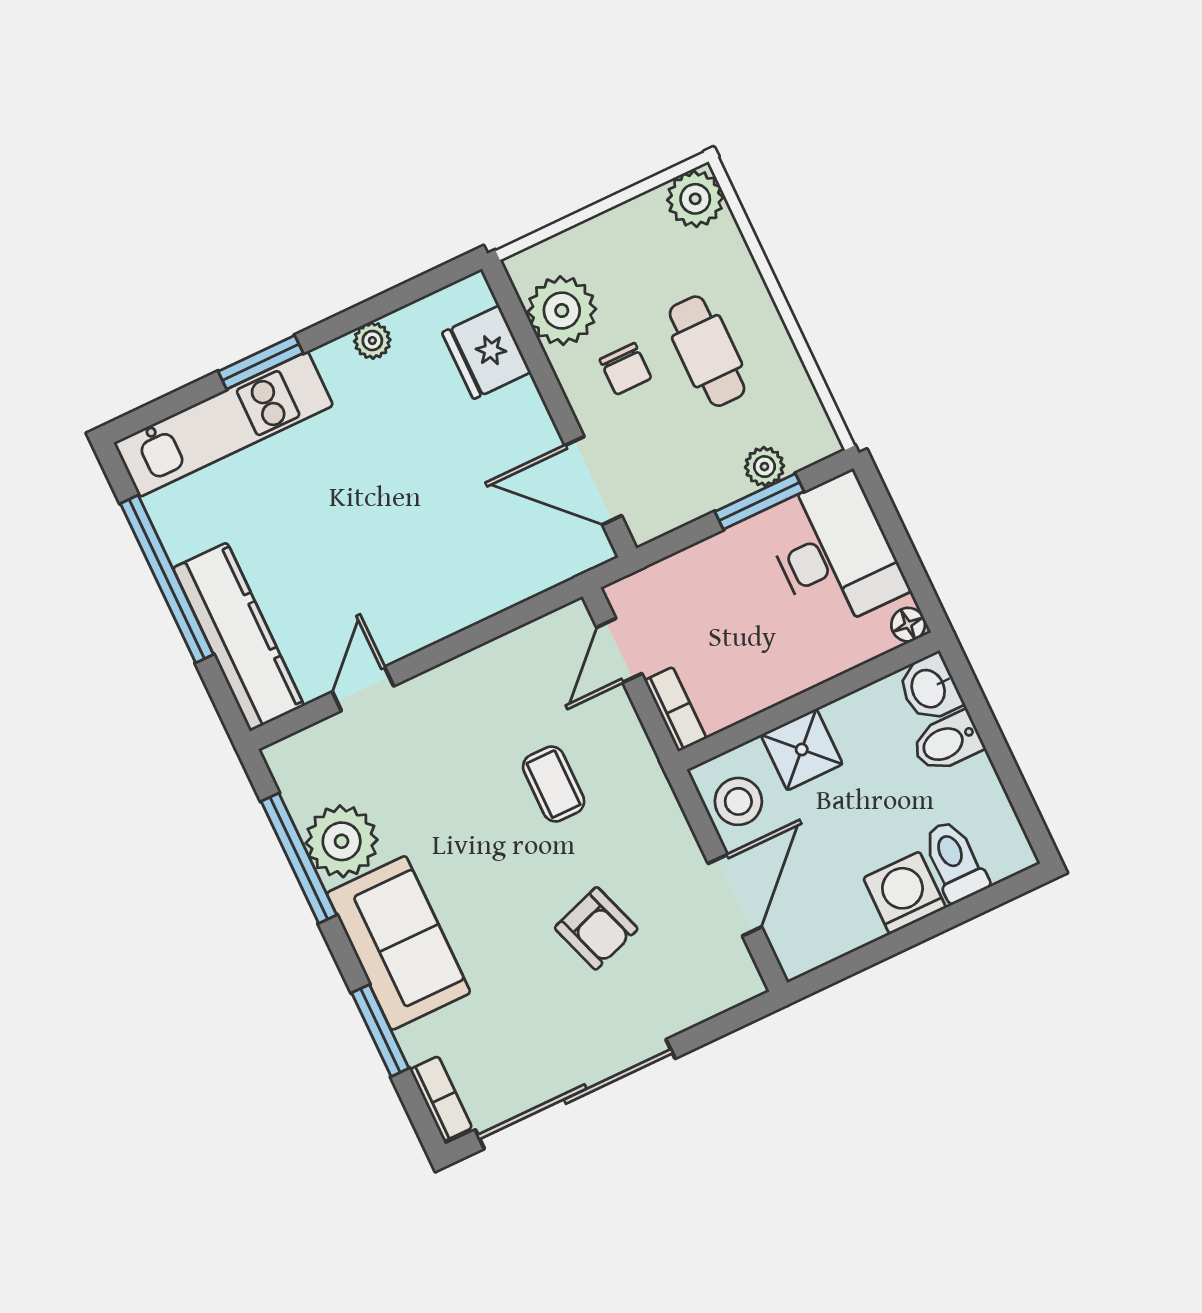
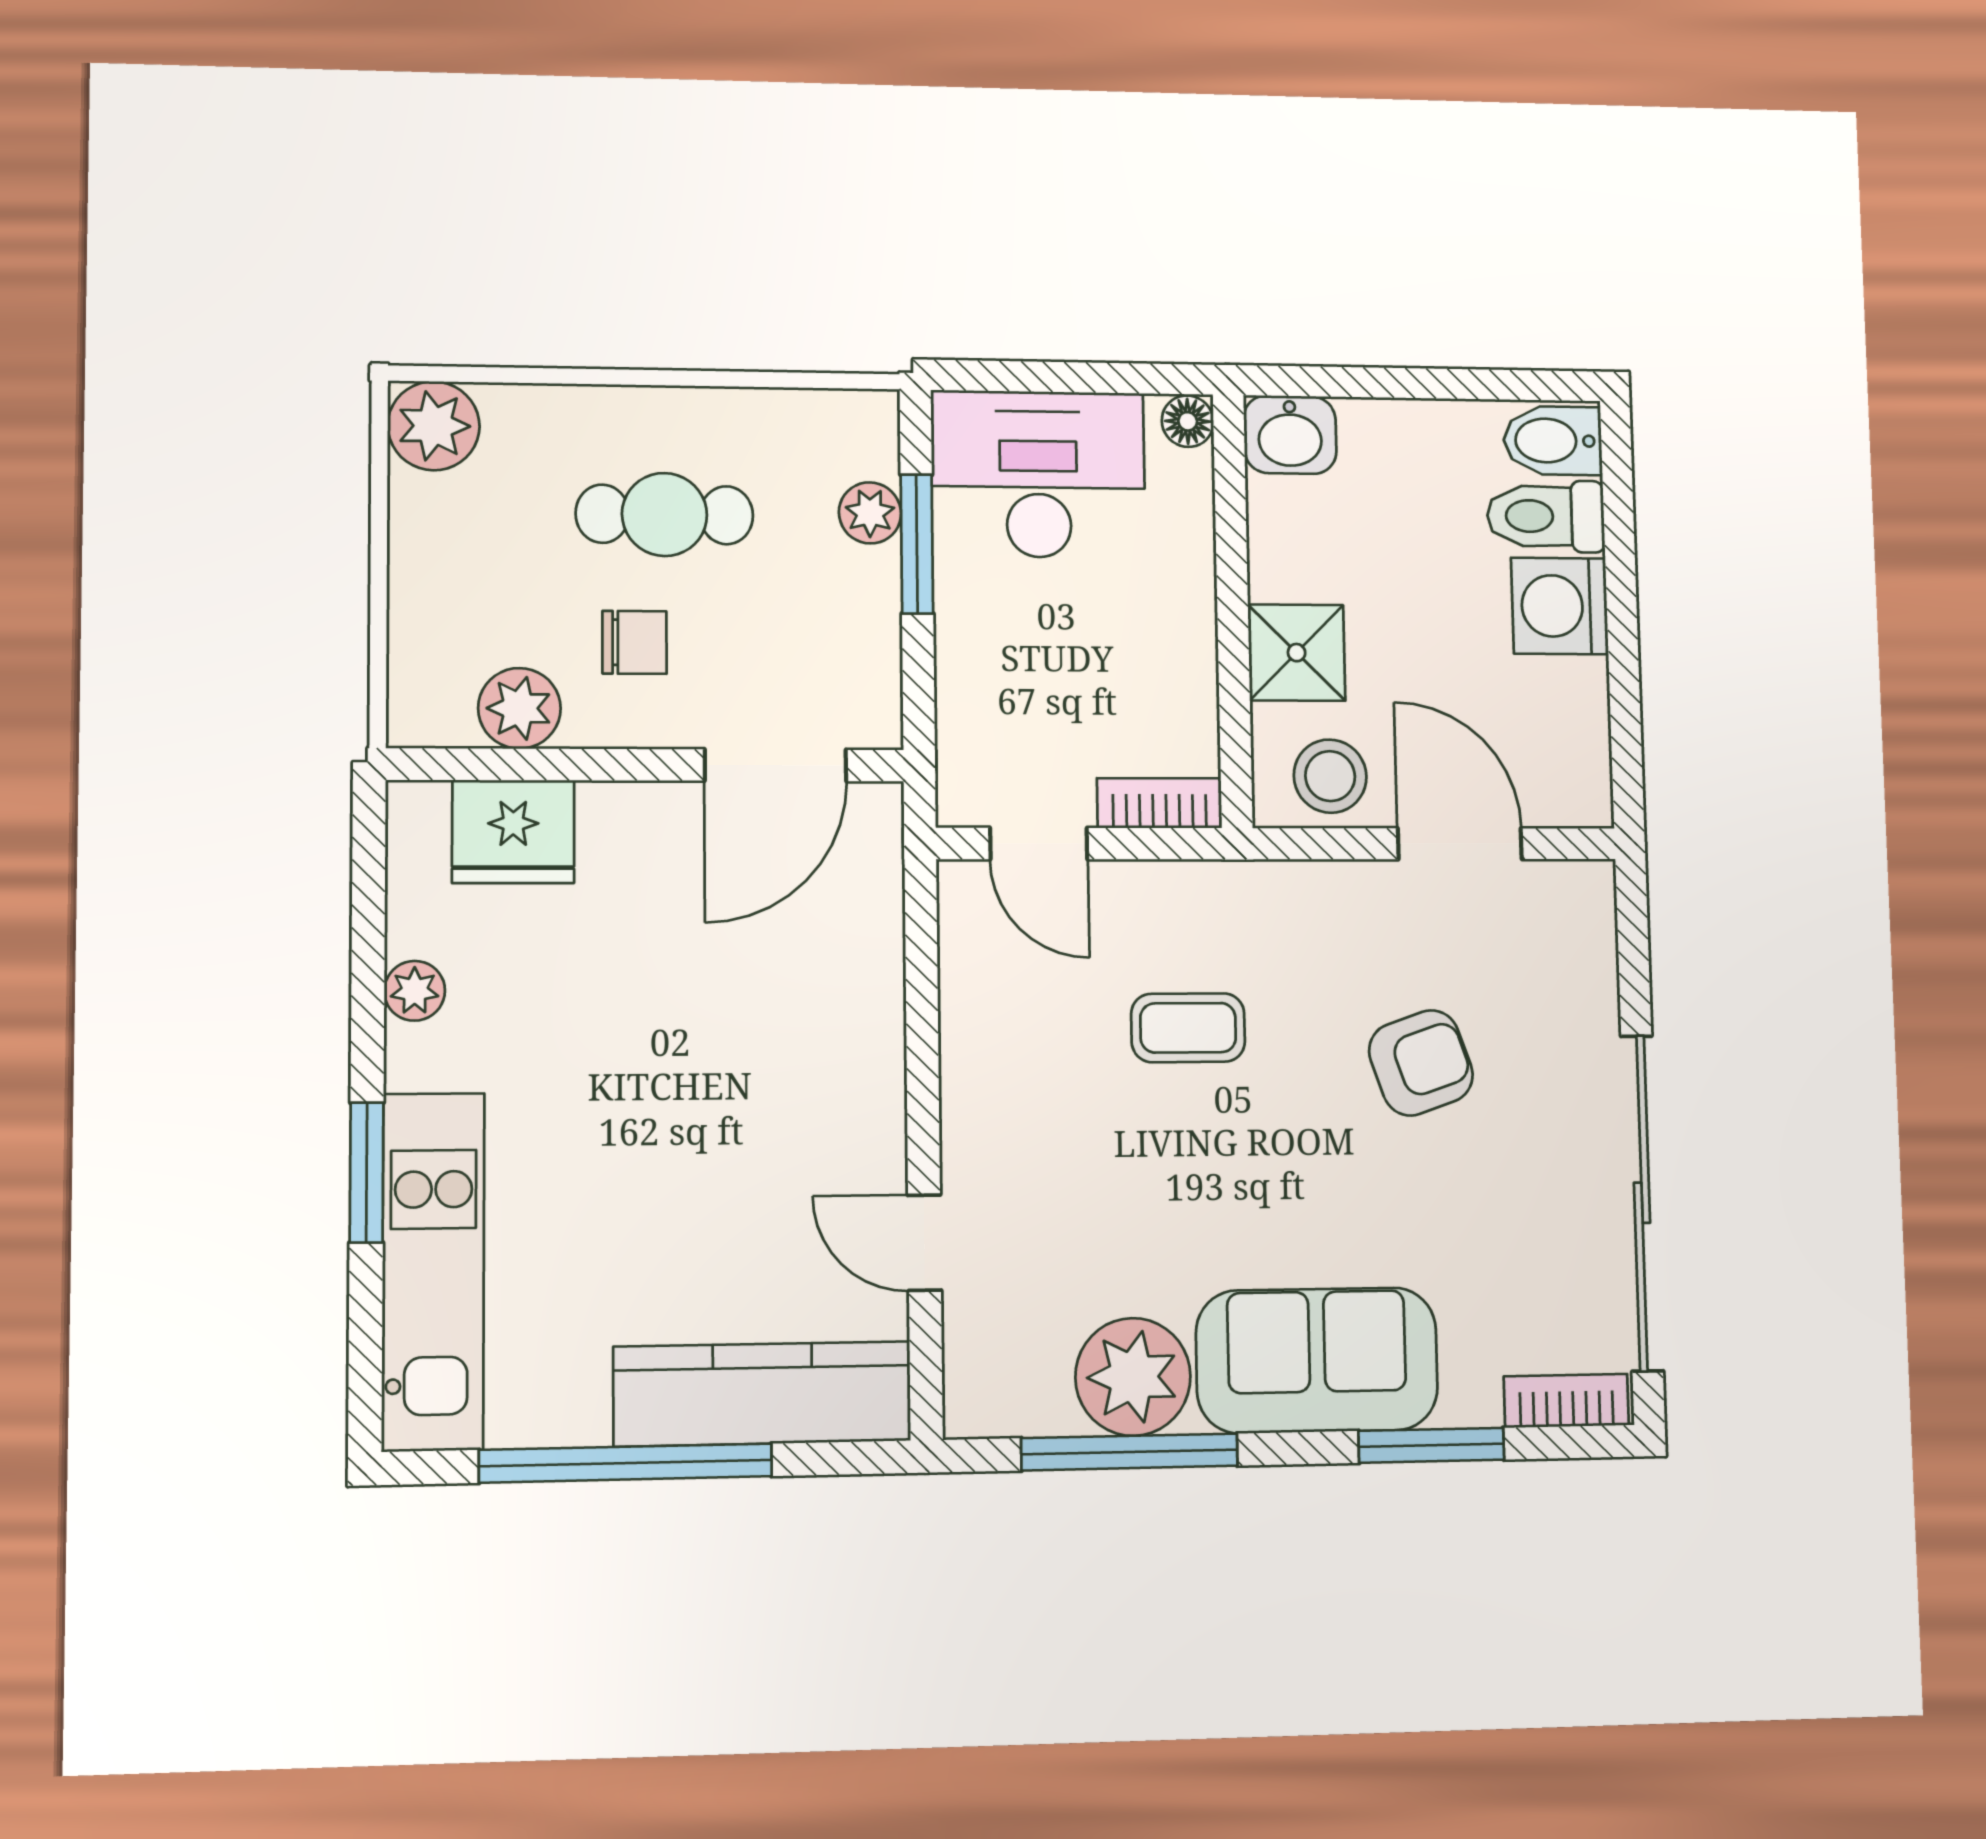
plant: (562, 311) -> (519, 708), width x0.73, depth x0.73
bidet: (947, 742) -> (1553, 441), moved, turned 90

